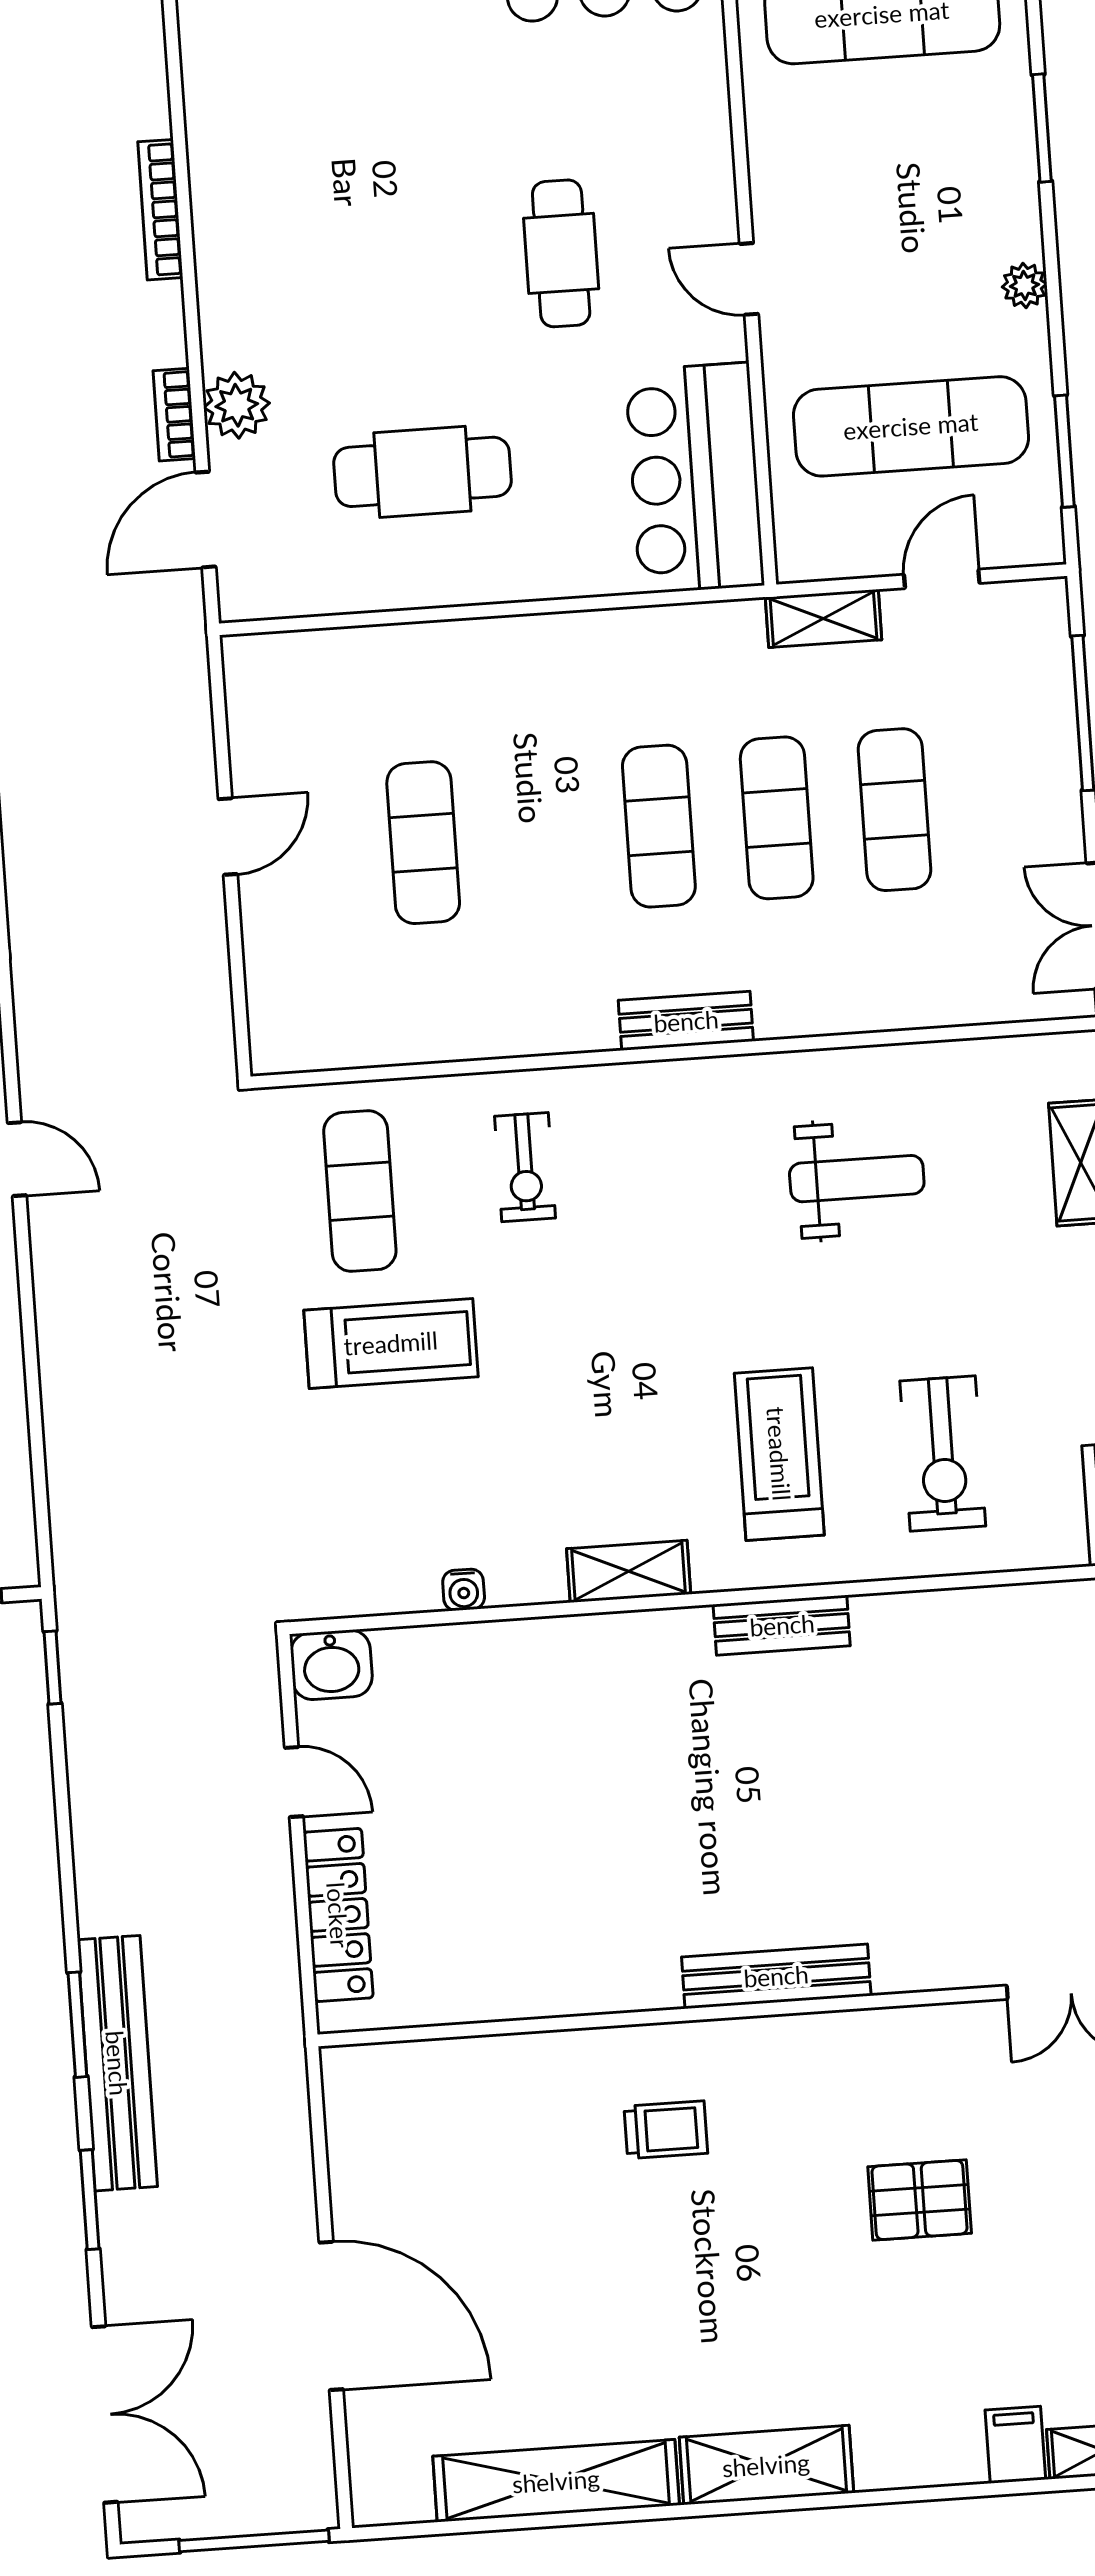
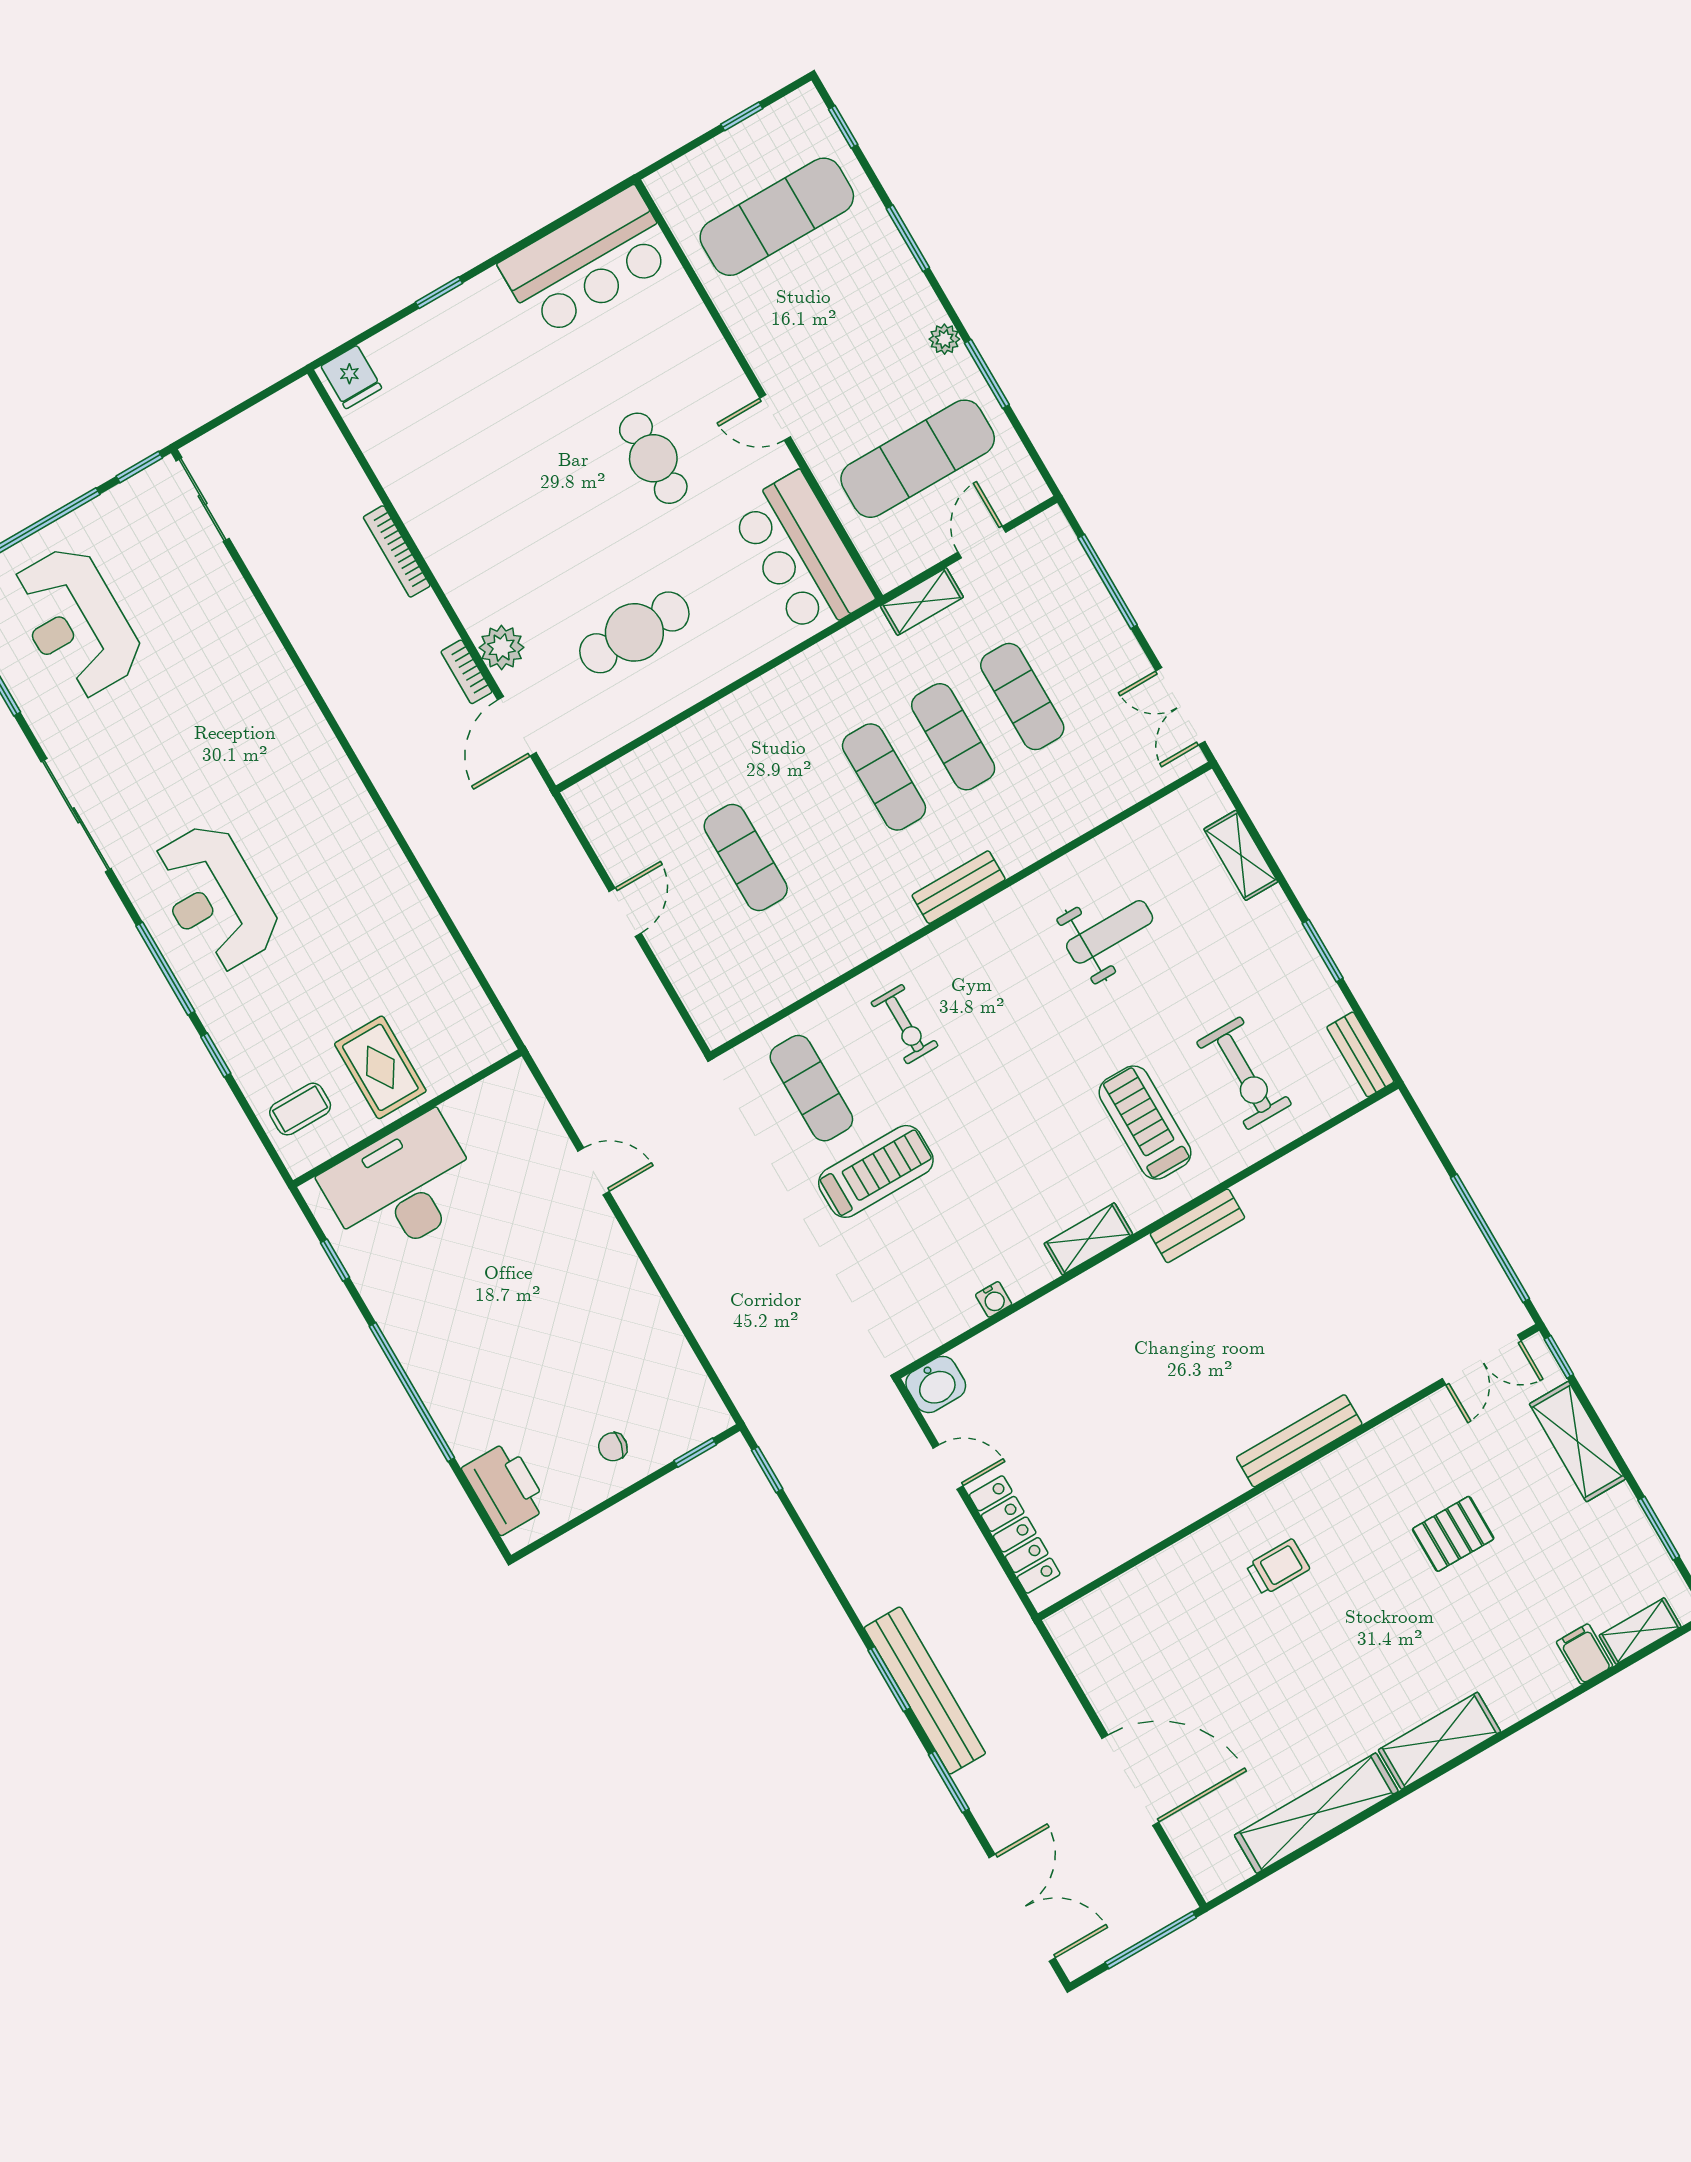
window: (1064, 451) -> (987, 374), moved

